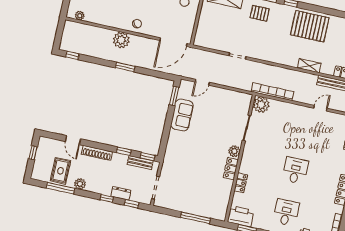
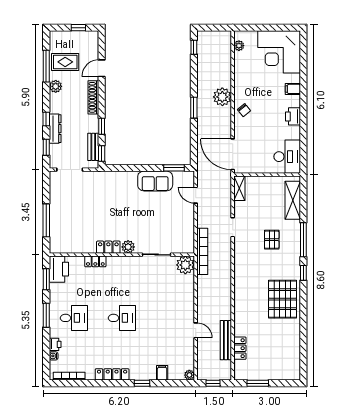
pallet: (260, 13) -> (272, 240), moved
shelving: (309, 66) -> (239, 188), moved
bookcase: (272, 92) -> (202, 251), moved
dresser: (121, 193) -> (55, 129), width x1.44

